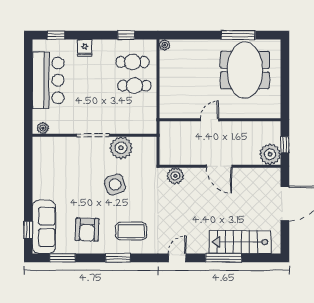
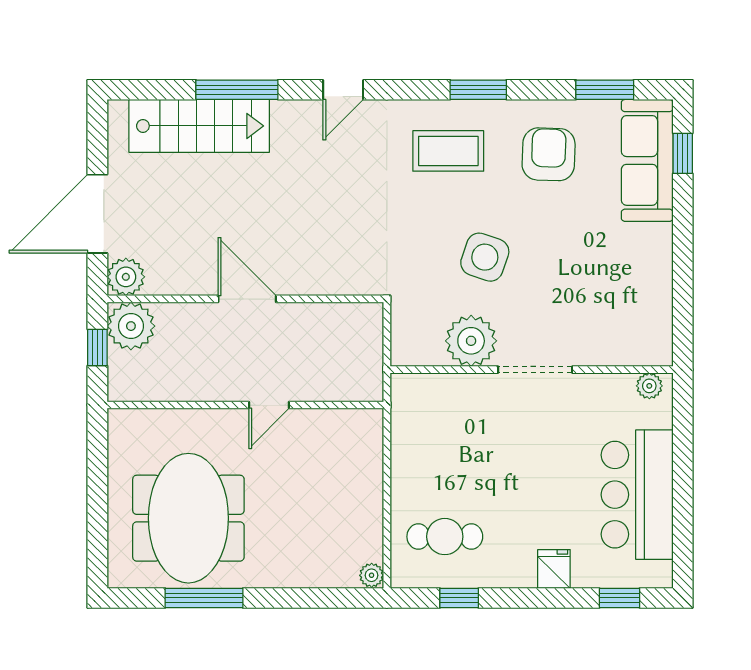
cafe table: (134, 86) -> (441, 483), removed
plant: (175, 176) -> (126, 277), moved
side table: (115, 184) -> (485, 257), turned 37

